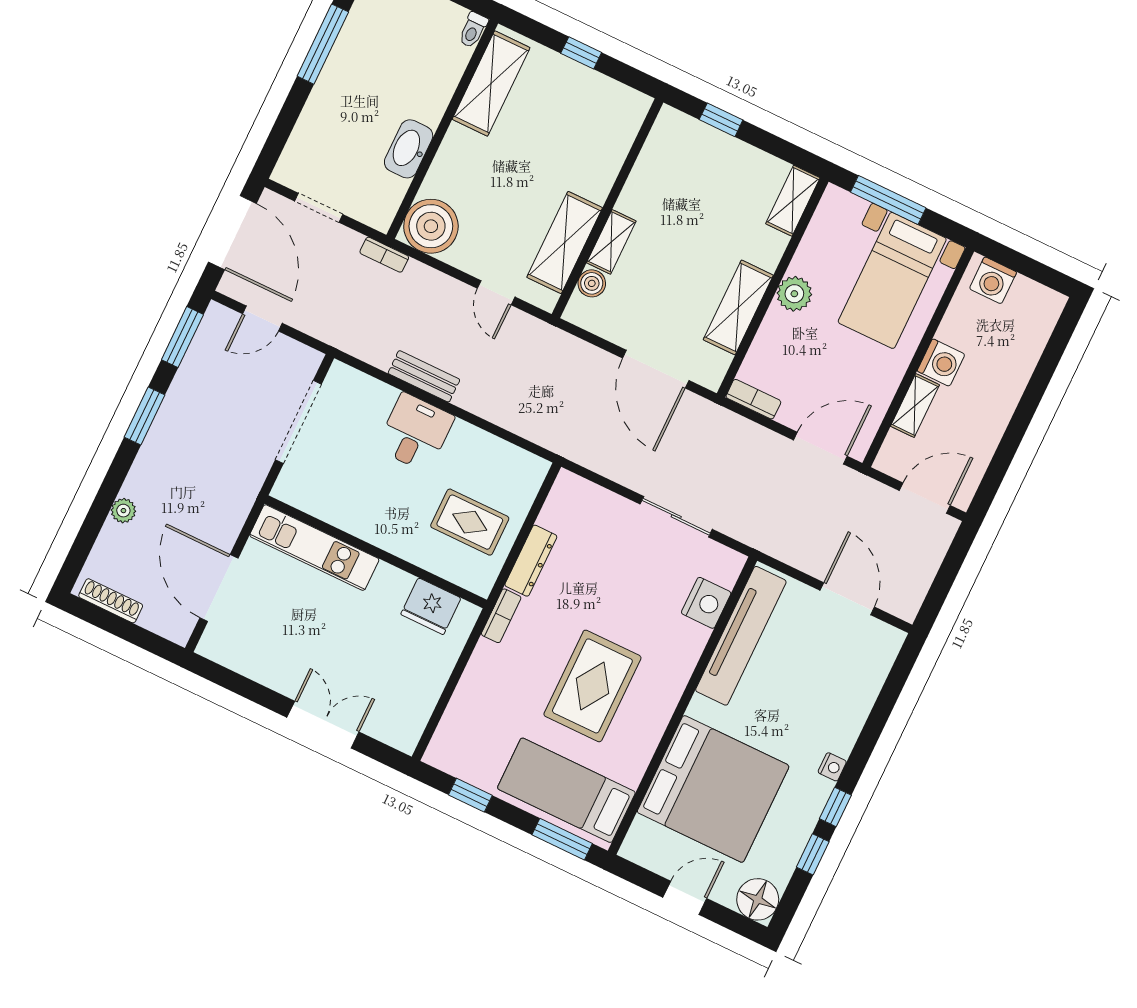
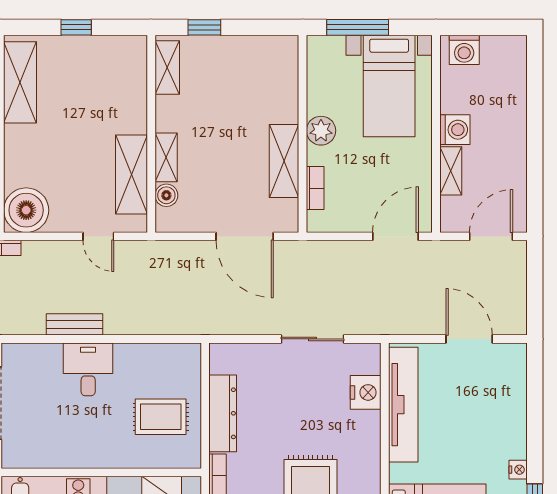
shelving: (793, 201) -> (167, 68), moved
bookcase: (753, 399) -> (315, 188), moved, turned 90
dresser: (531, 561) -> (223, 413), width x1.37, depth x1.24

